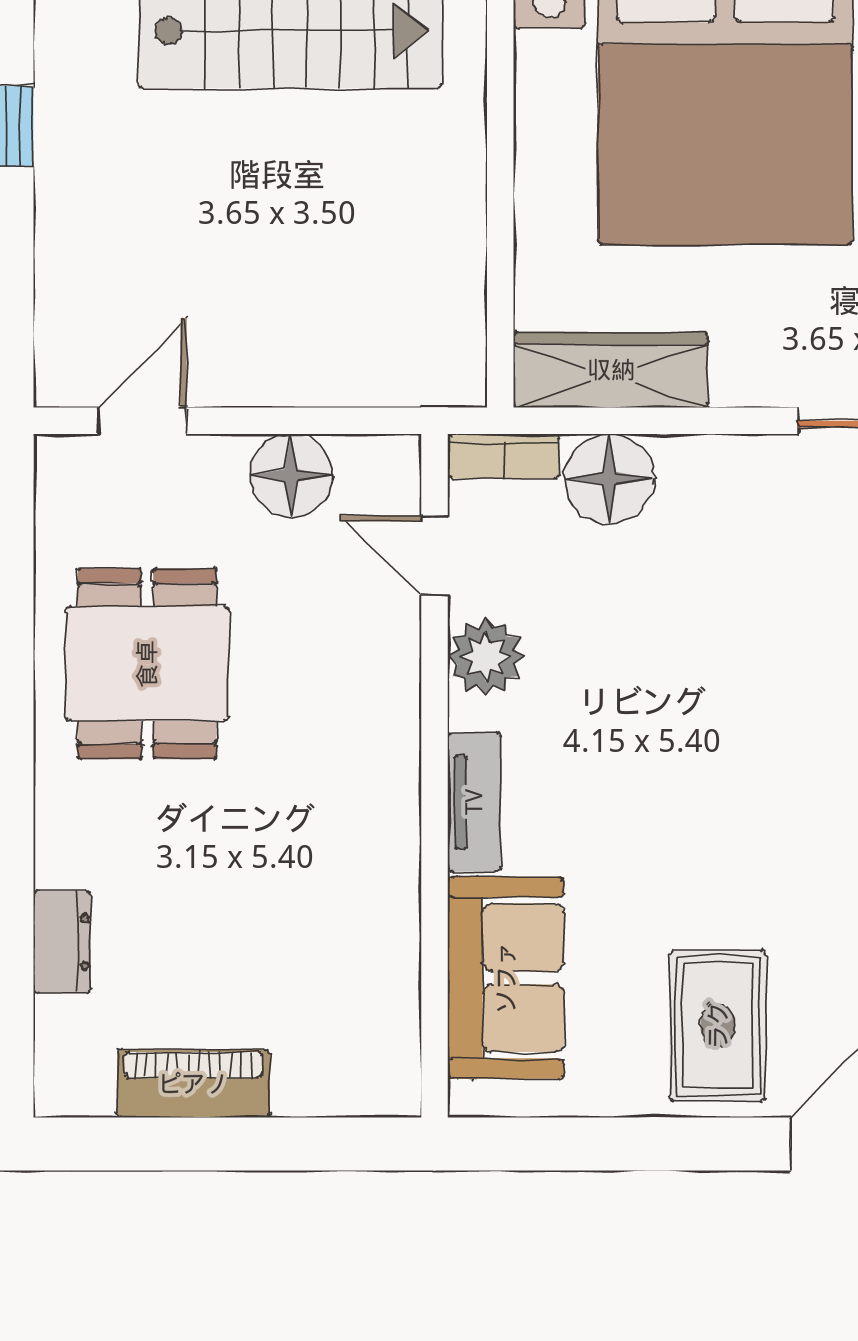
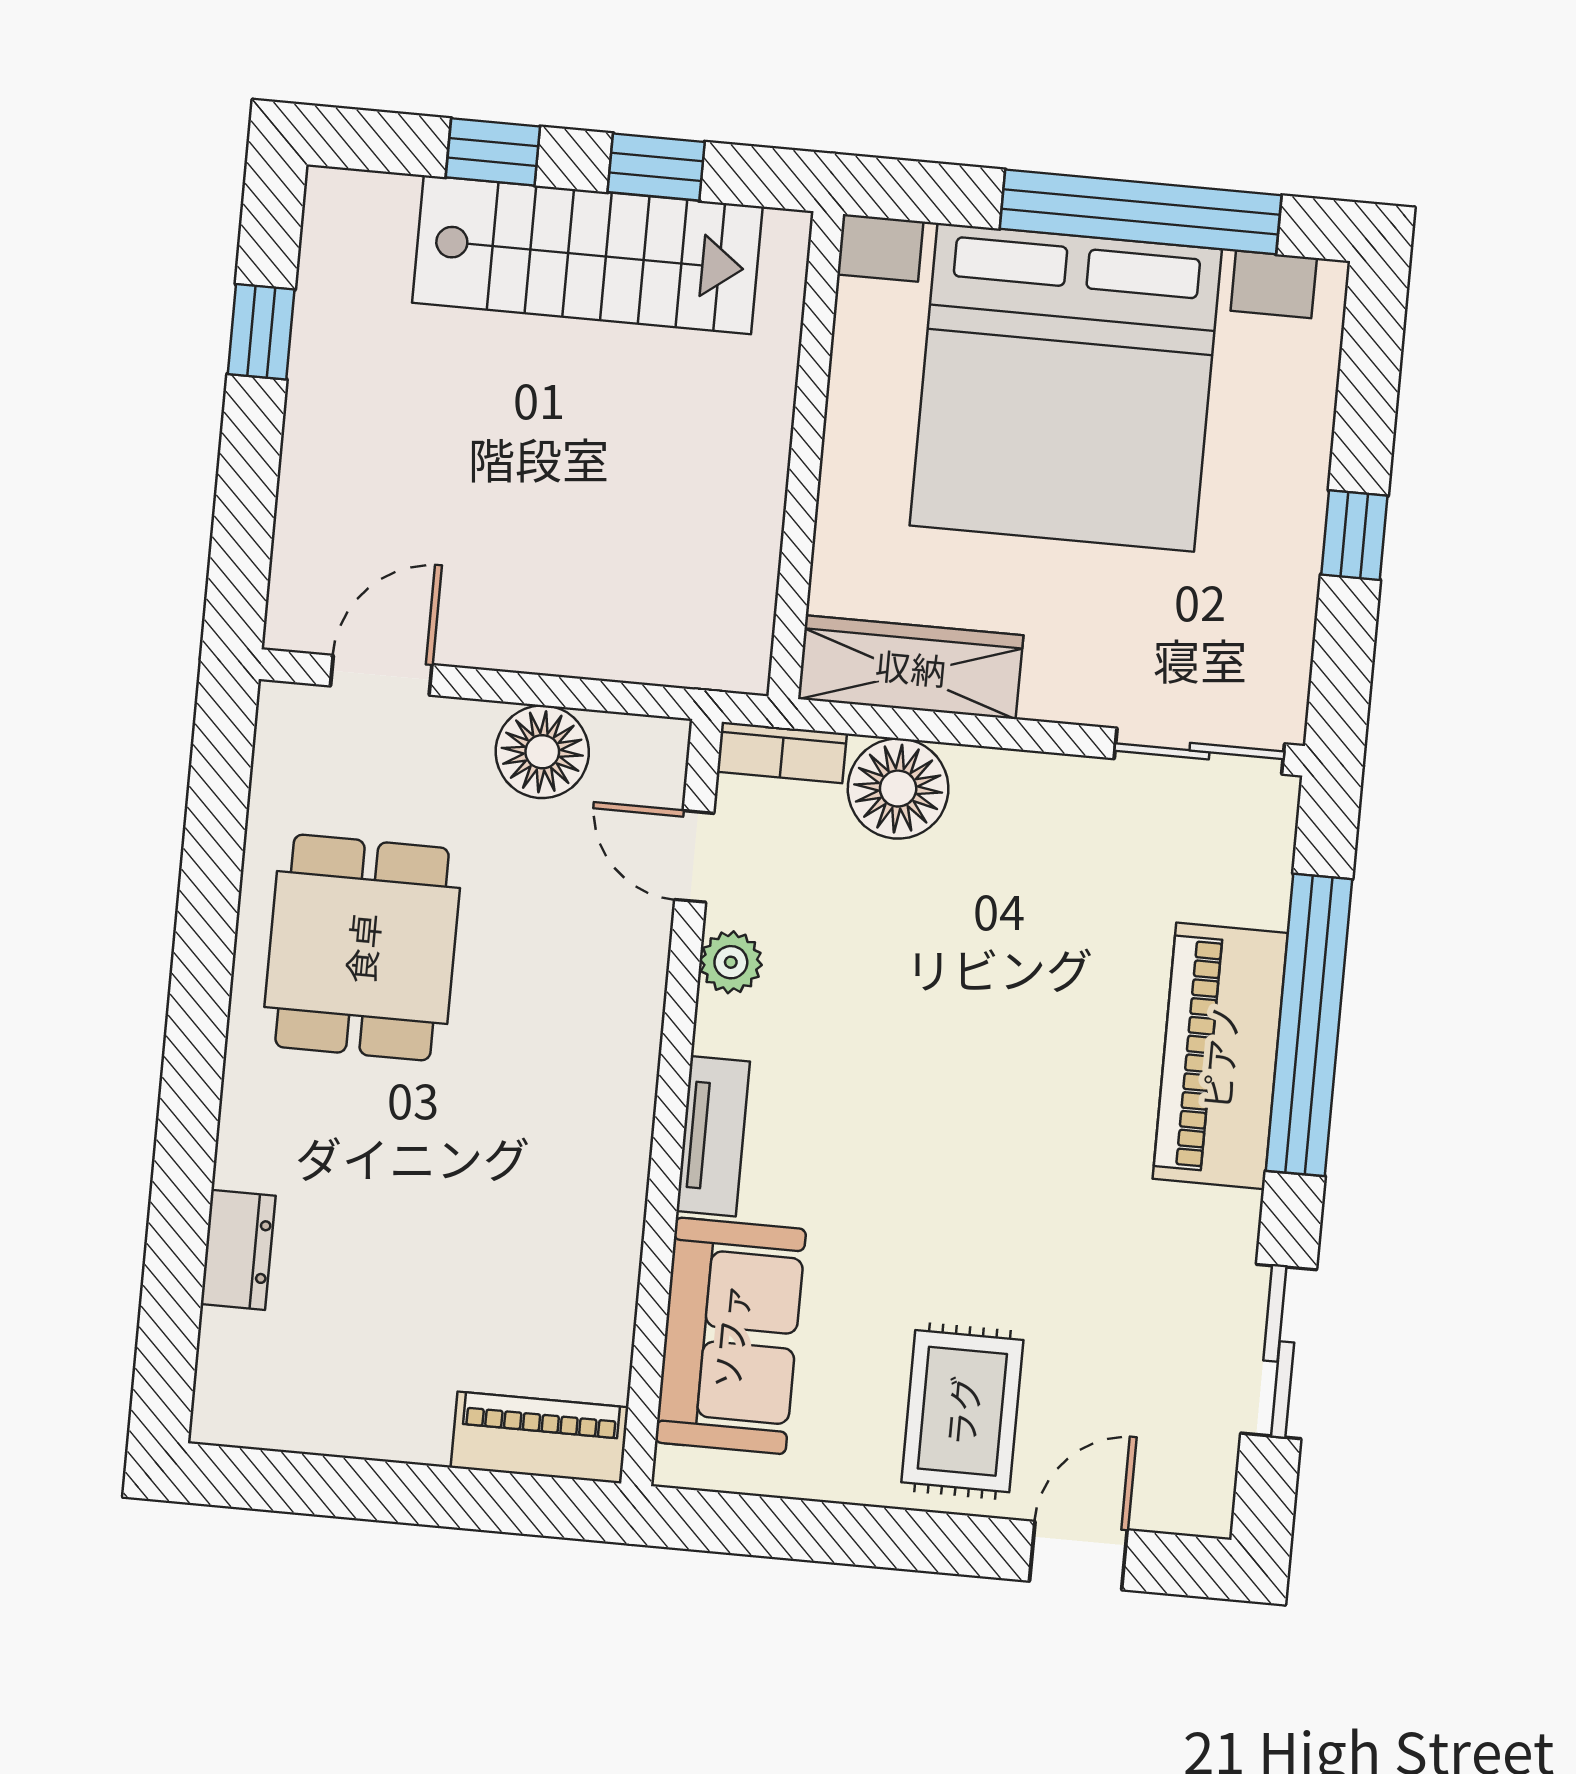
plant: (486, 657) -> (731, 962), width x0.73, depth x0.73
piano: (193, 1084) -> (540, 1437), moved

